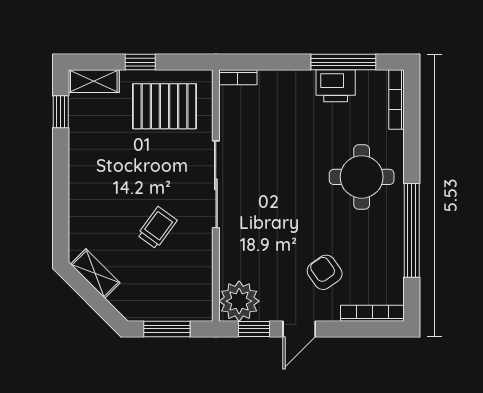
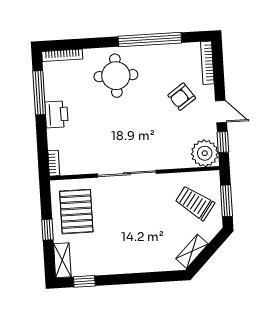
printer: (336, 86) -> (57, 114), moved
trolley: (157, 228) -> (195, 203), moved, width x1.36, depth x1.39

